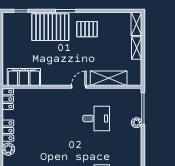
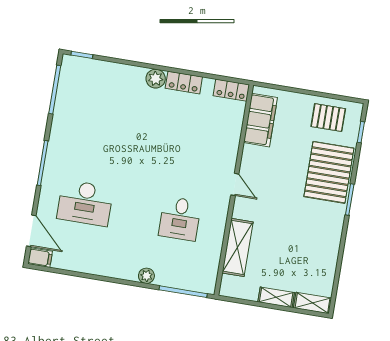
pallet: (87, 29) -> (328, 118), moved, turned 90
door: (79, 87) -> (235, 184), moved
plant: (137, 123) -> (146, 276), moved

